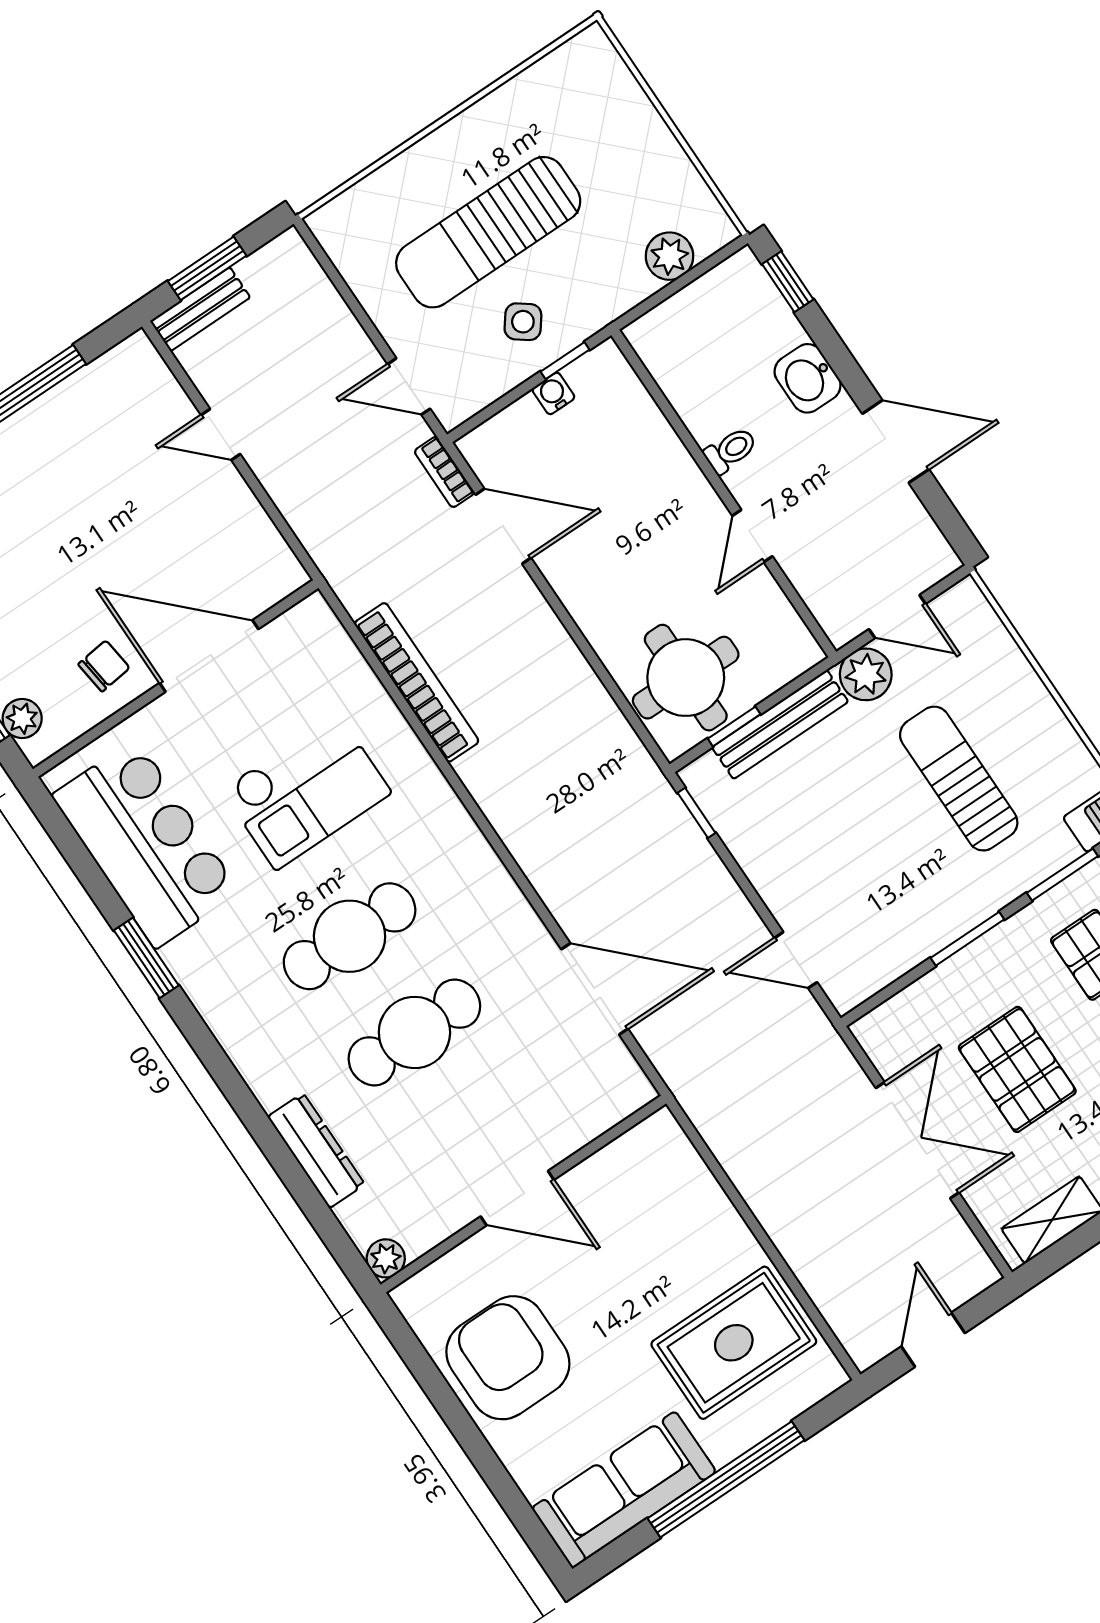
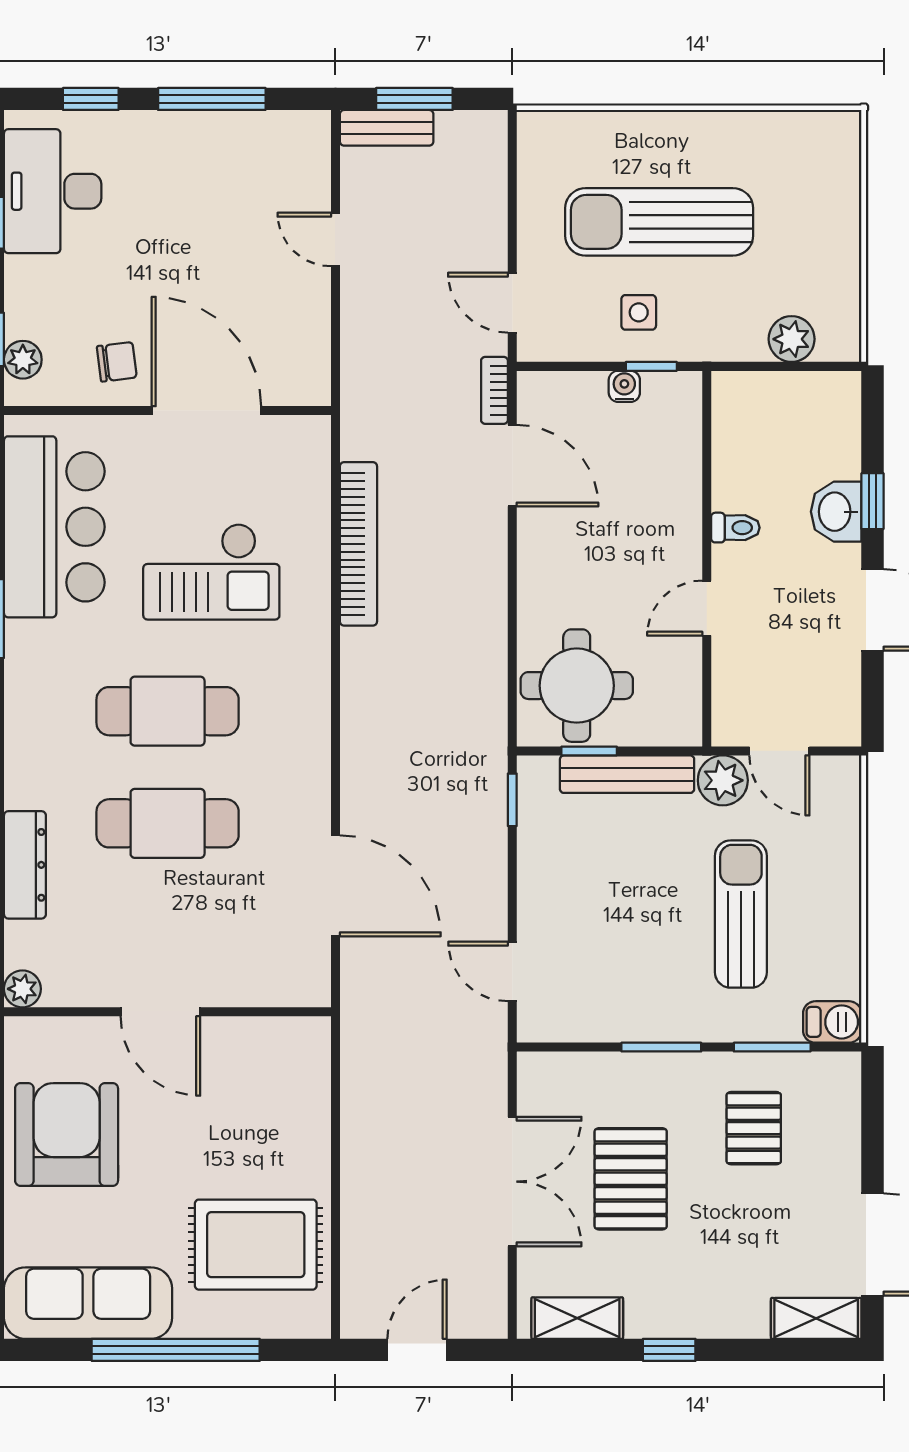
window: (788, 282) -> (873, 501), moved
side table: (523, 322) -> (639, 312), turned -37

